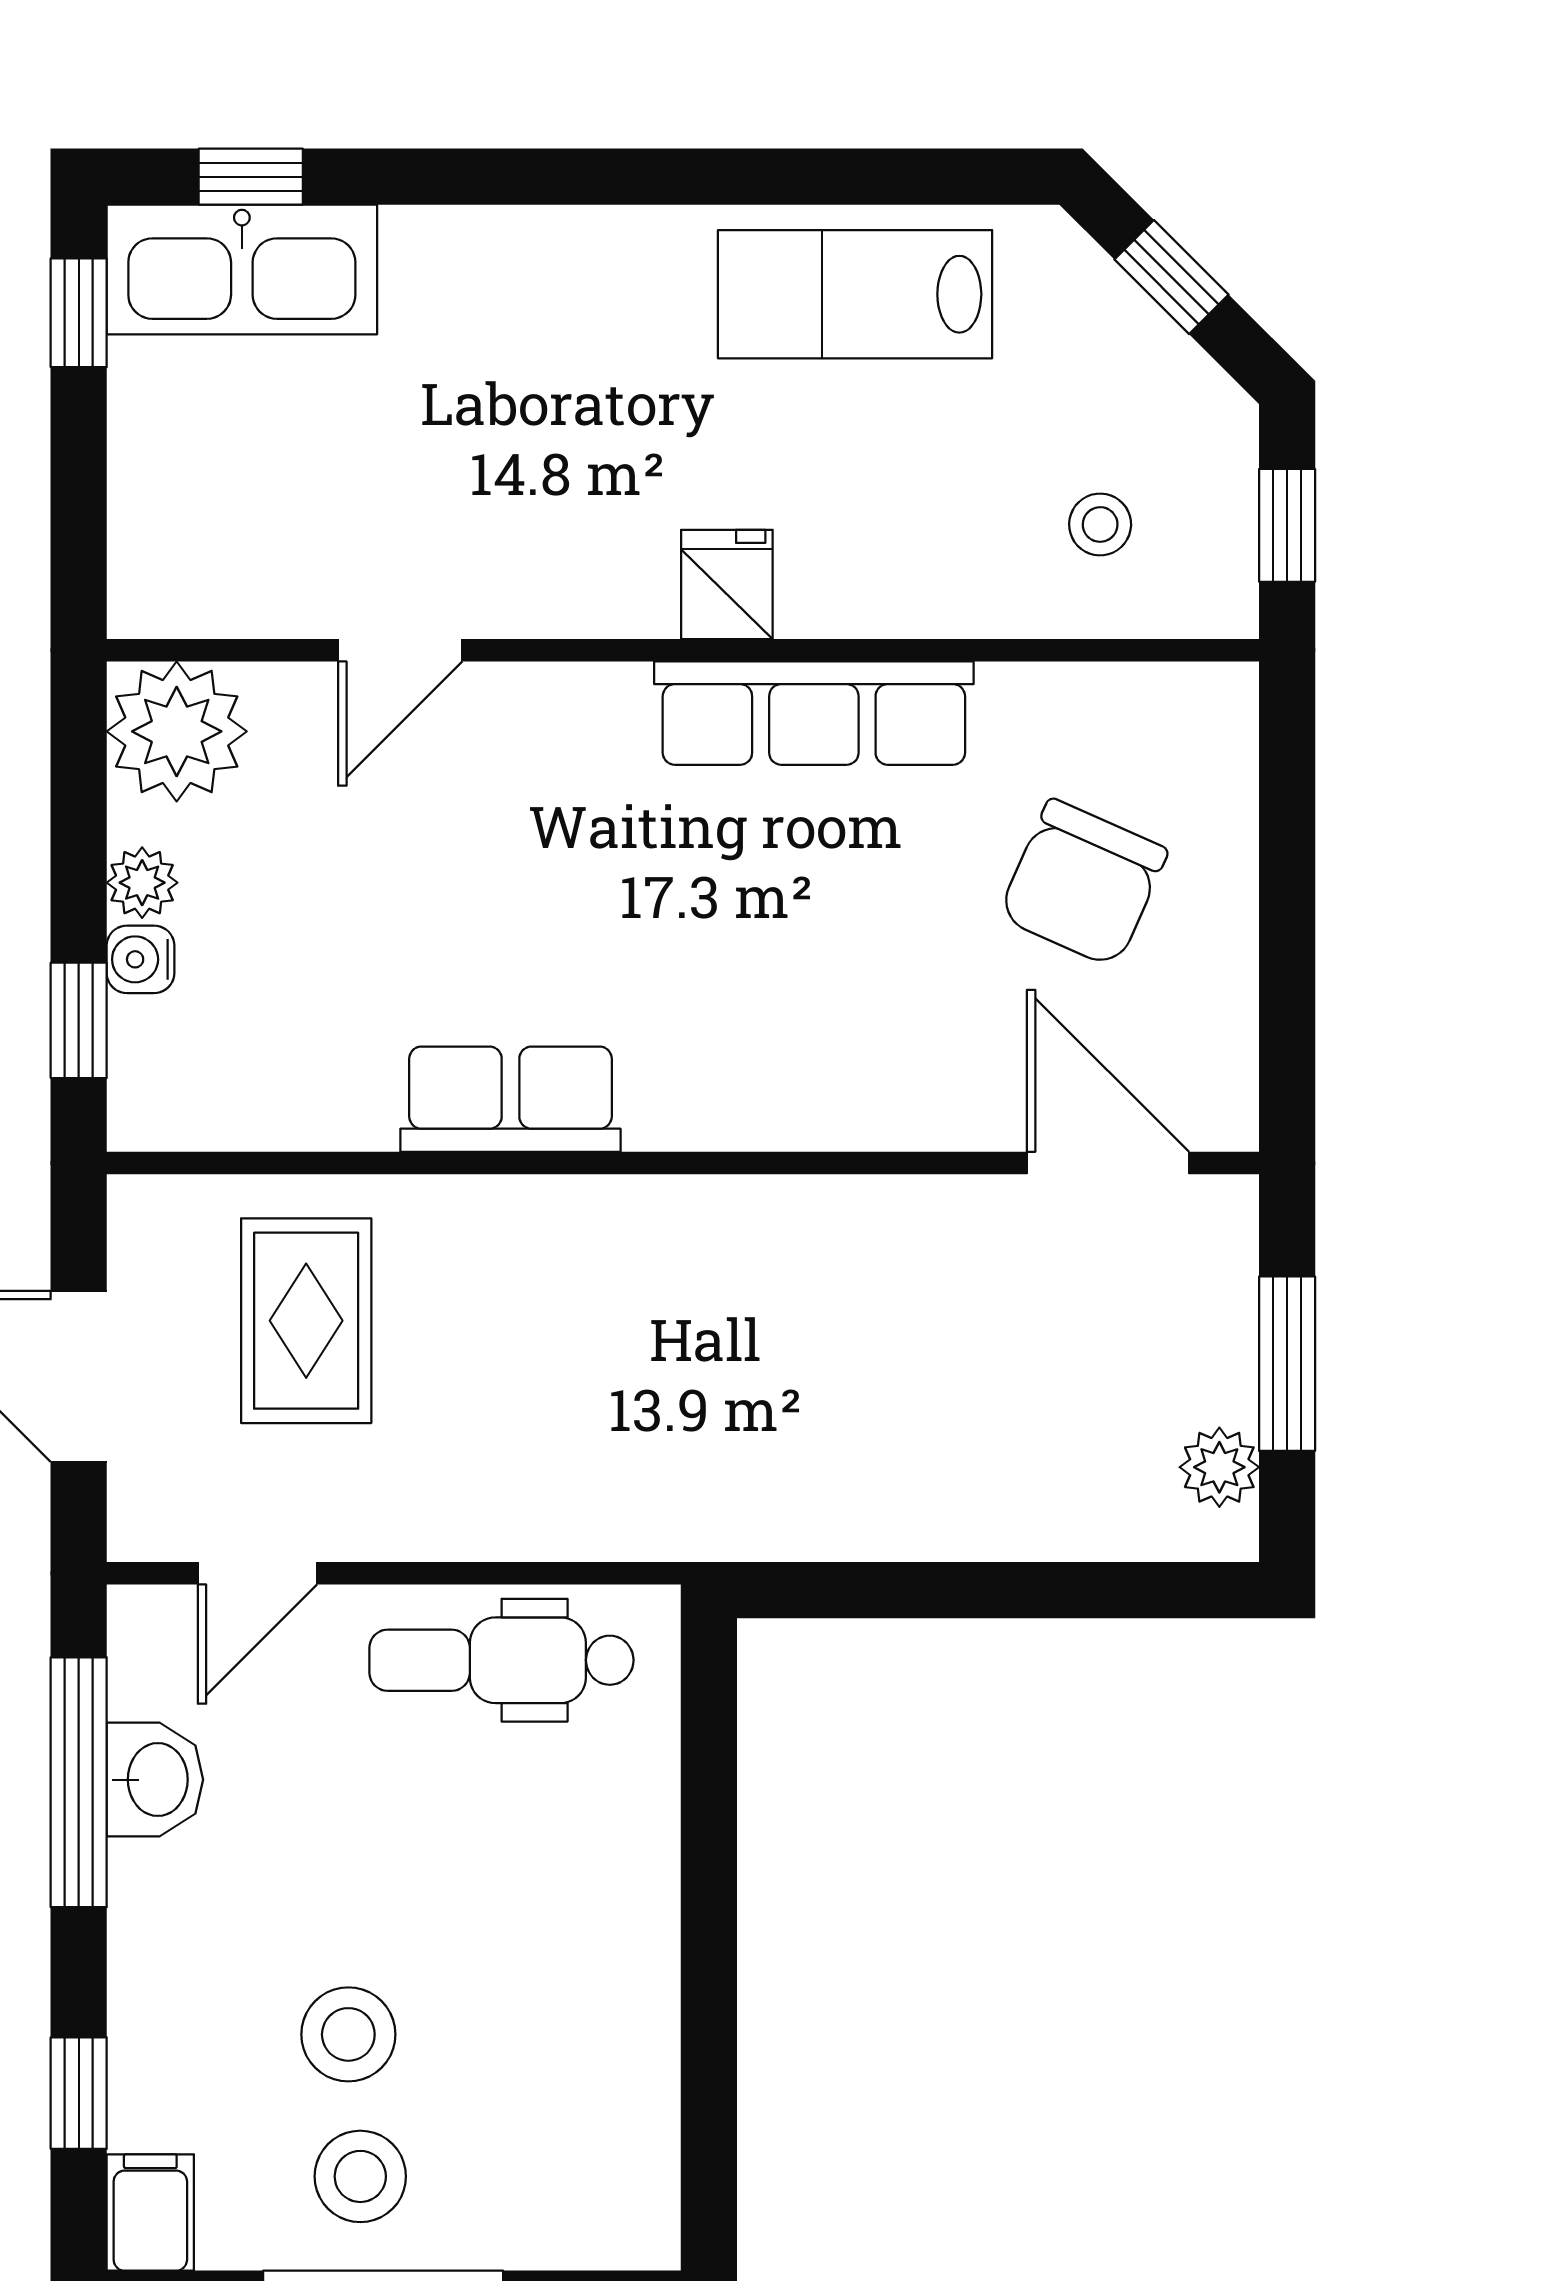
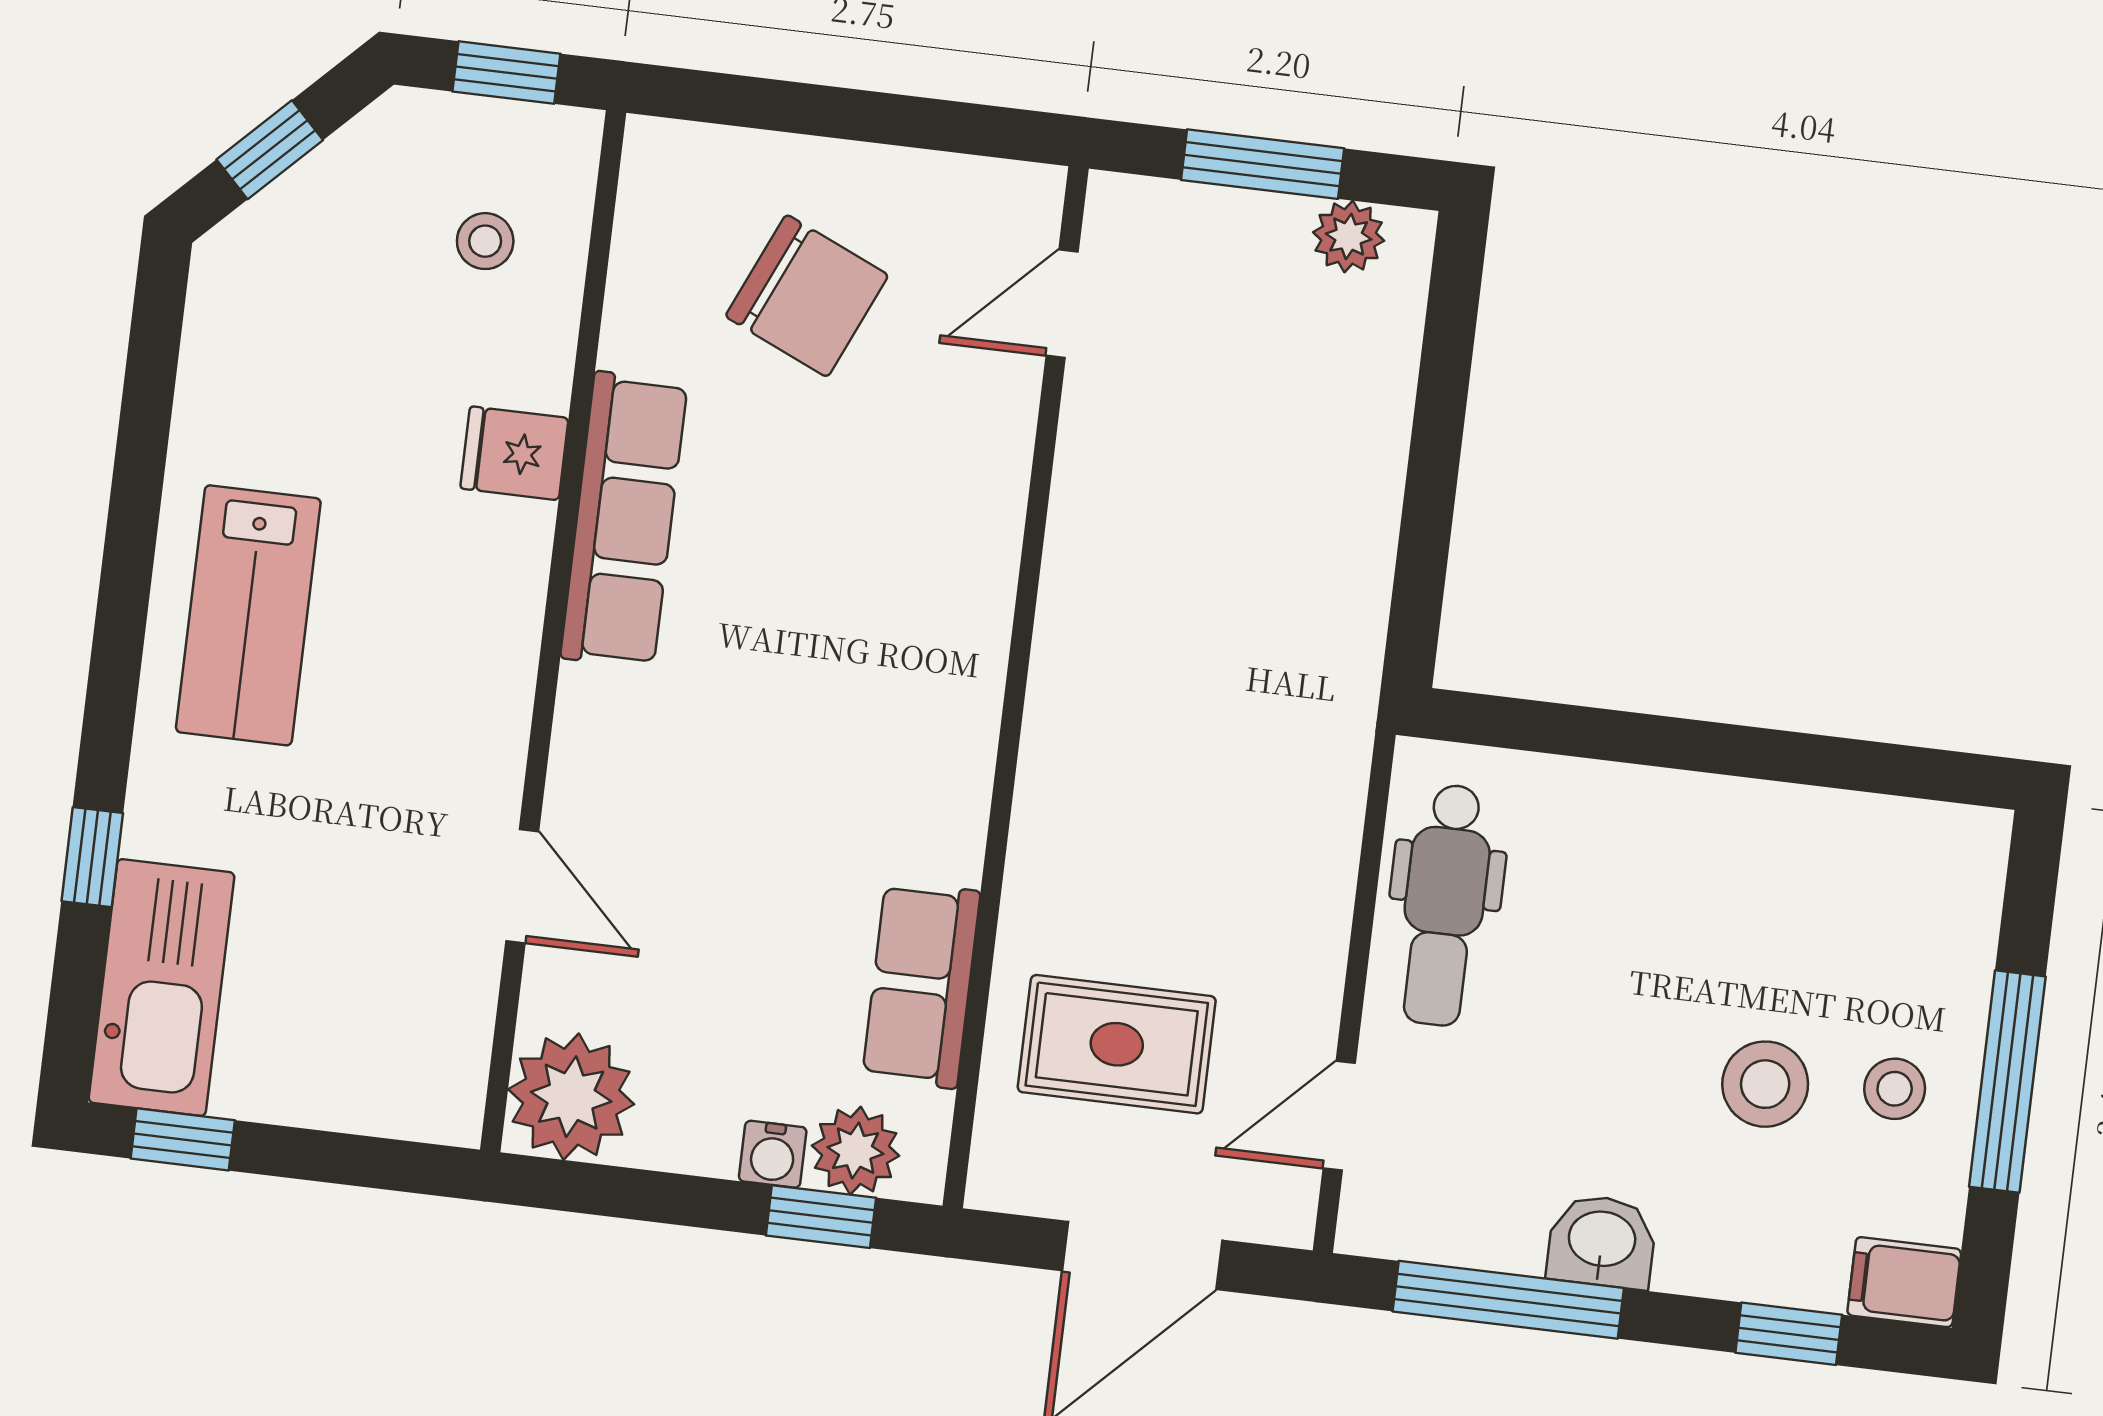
window: (251, 177) -> (92, 857), moved
lab bench: (855, 294) -> (248, 615), moved
fridge: (727, 584) -> (514, 453), moved
plant: (142, 883) -> (856, 1151), moved, width x1.38, depth x1.38
row of seats: (510, 1099) -> (921, 985), moved
door: (1108, 1163) -> (1062, 304), width x0.73
door: (257, 1573) -> (1339, 1116), swing flipped
washbasin: (155, 1780) -> (1602, 1241), moved
stool: (360, 2176) -> (1895, 1089), width x0.73, depth x0.73

